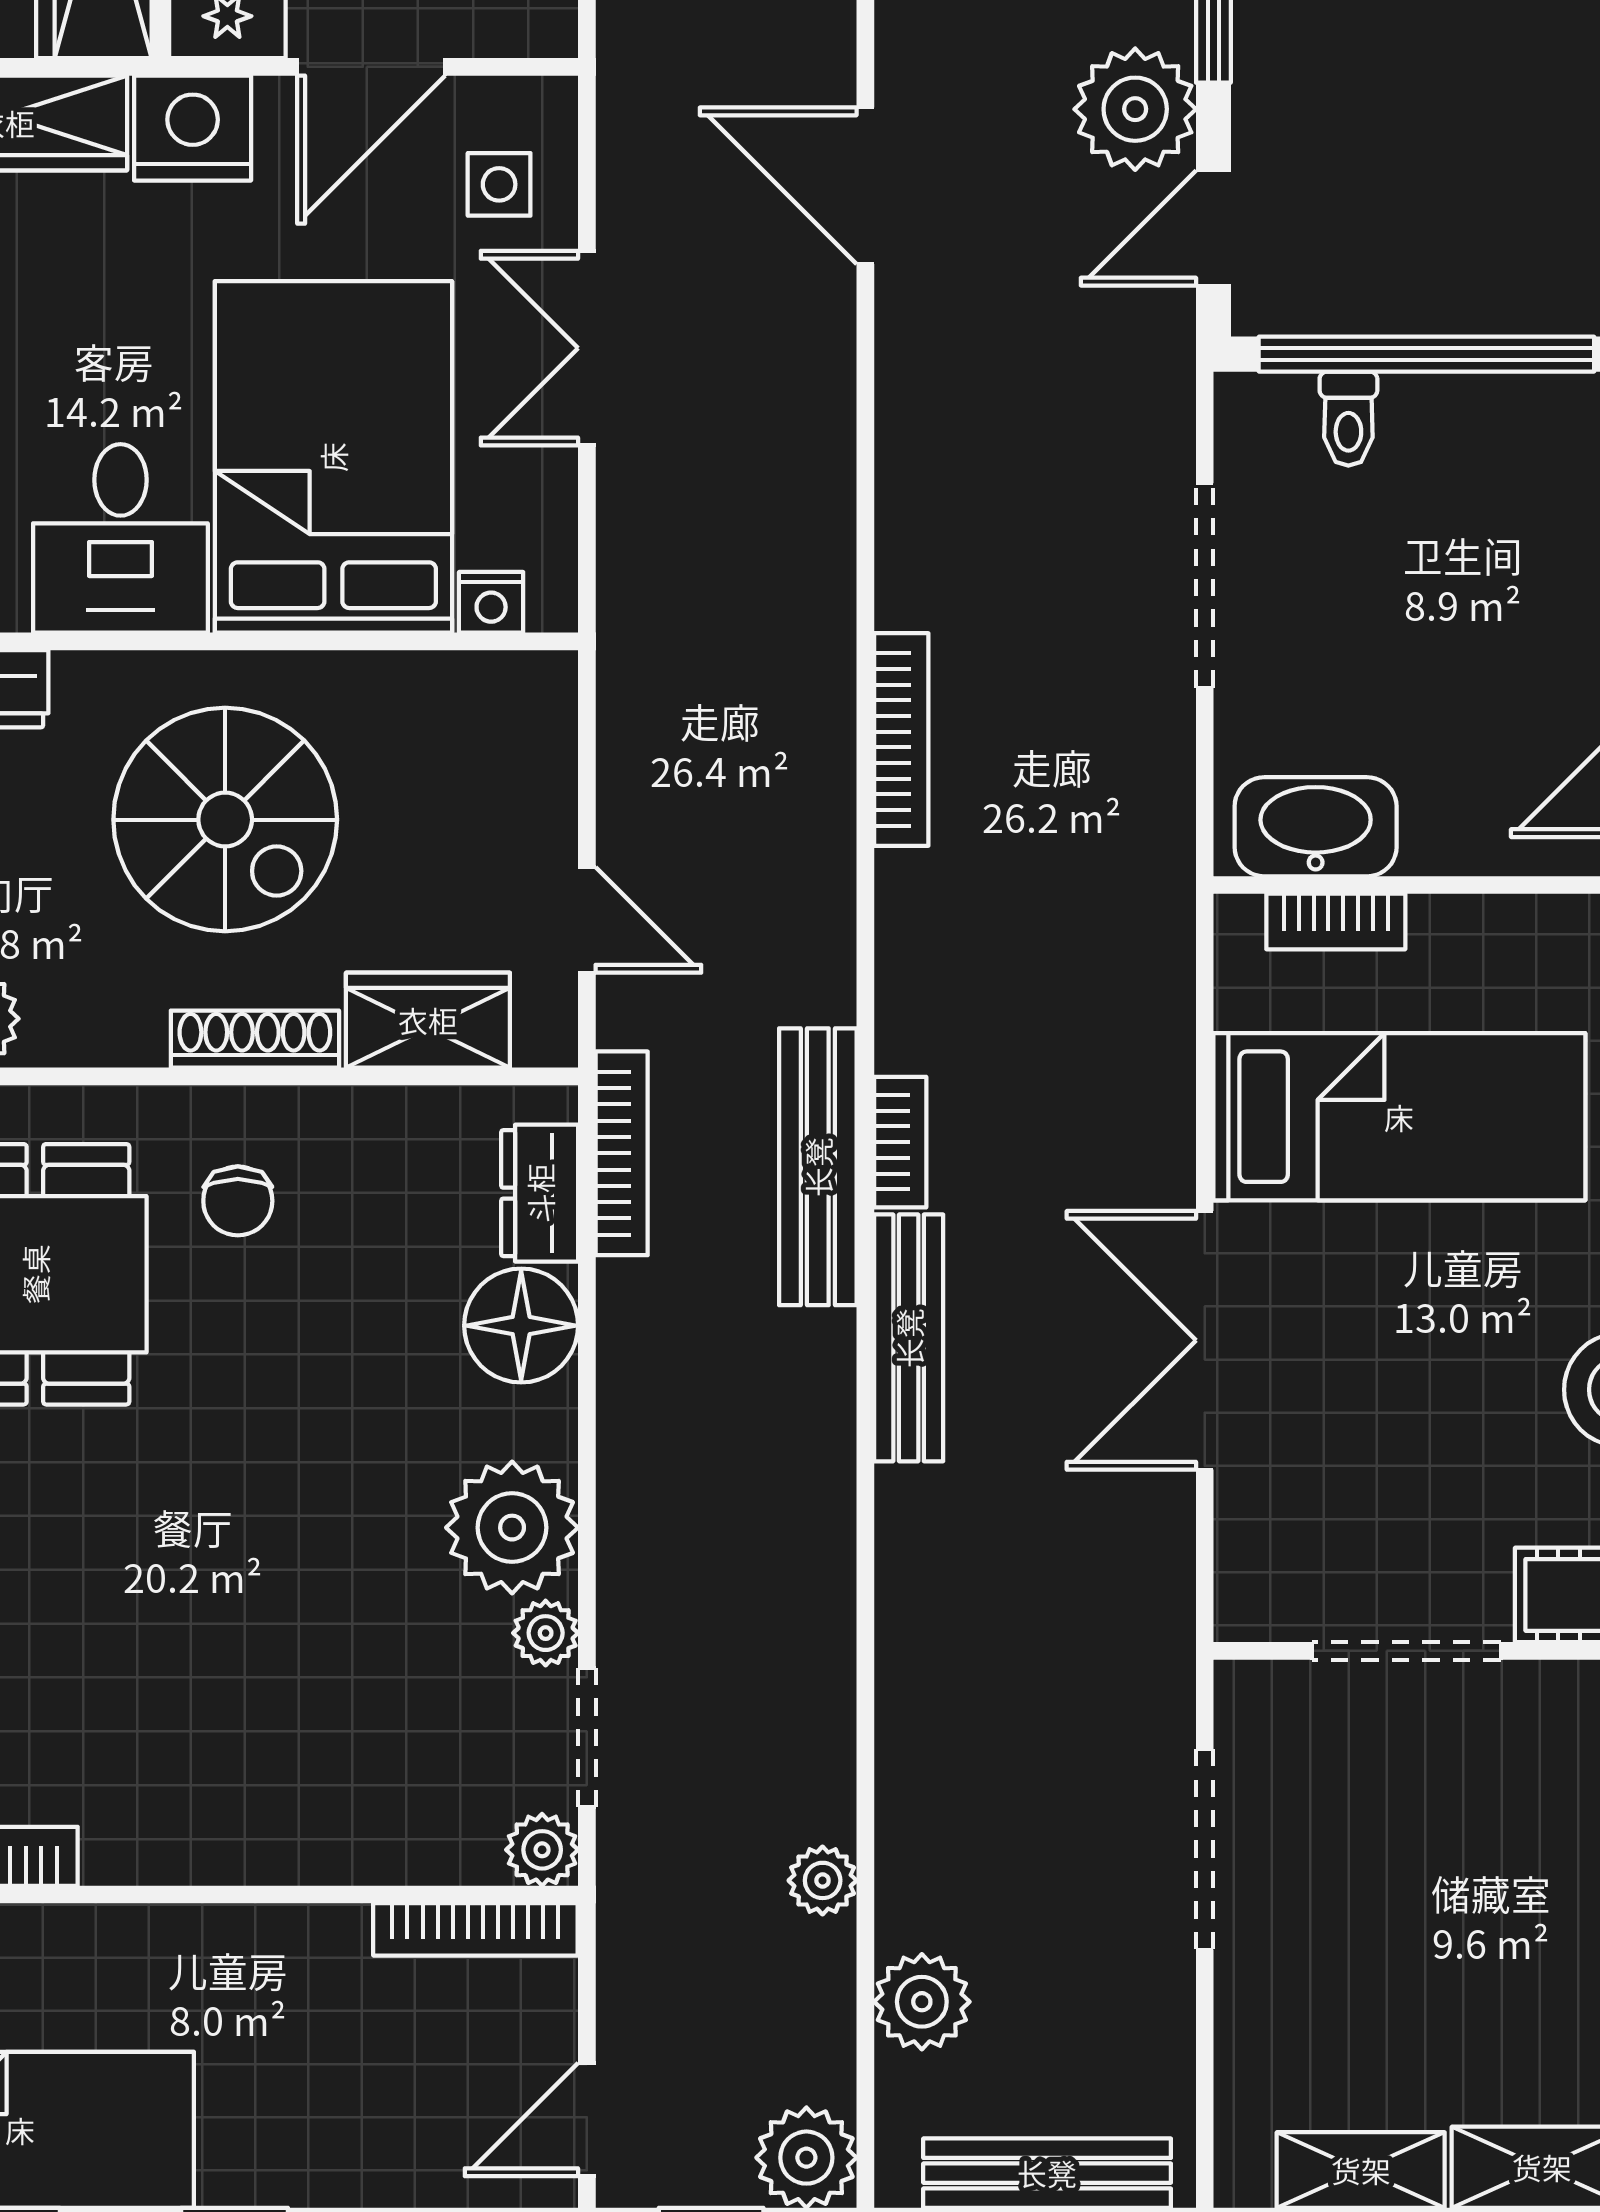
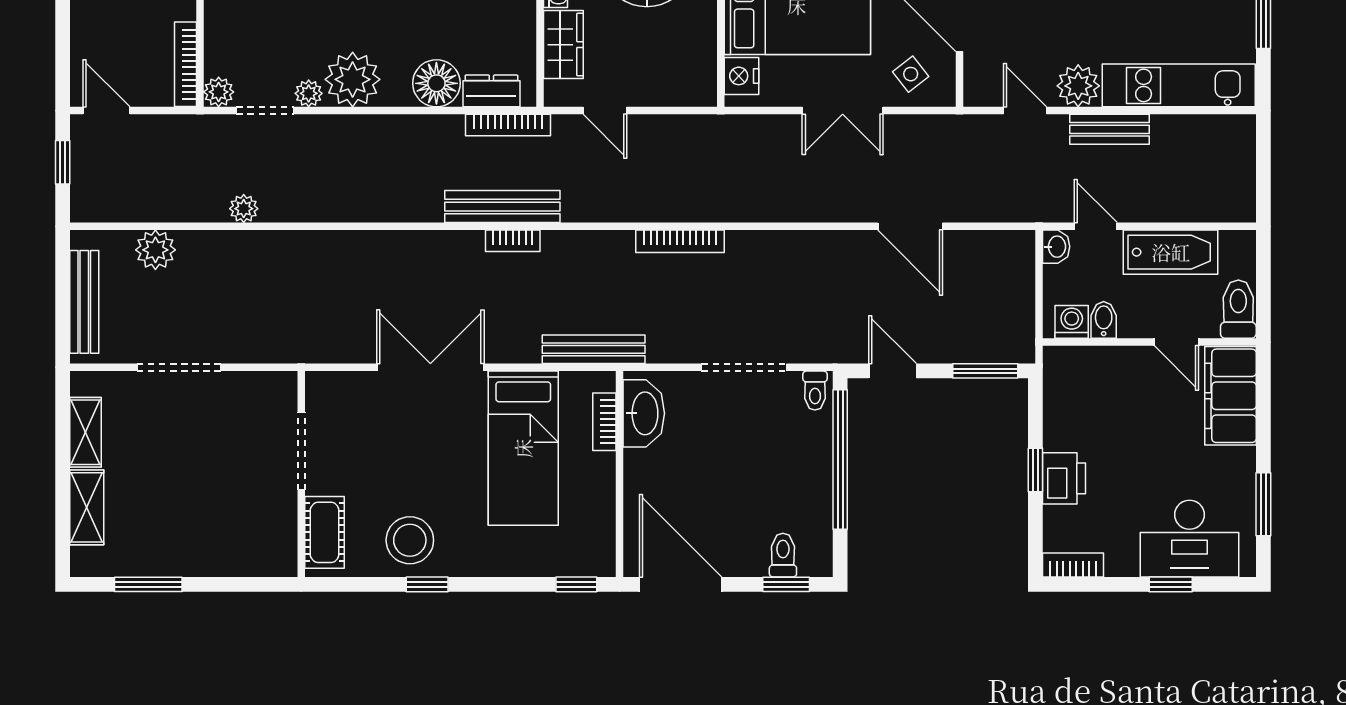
plant: (1135, 109) -> (942, 338), removed
side table: (499, 184) -> (911, 74), turned -38
door: (865, 186) -> (910, 226), swing flipped
double door: (587, 348) -> (843, 111), swing flipped
toilet: (1348, 419) -> (815, 391), moved, turned -90
nightstand: (491, 602) -> (741, 76), width x1.39, depth x1.35
door: (587, 920) -> (605, 111), hinge flipped
bench: (909, 1338) -> (594, 349), moved
doorway: (1205, 1849) -> (179, 367), moved
plant: (823, 1880) -> (244, 209), moved
plant: (806, 2158) -> (91, 202), removed

